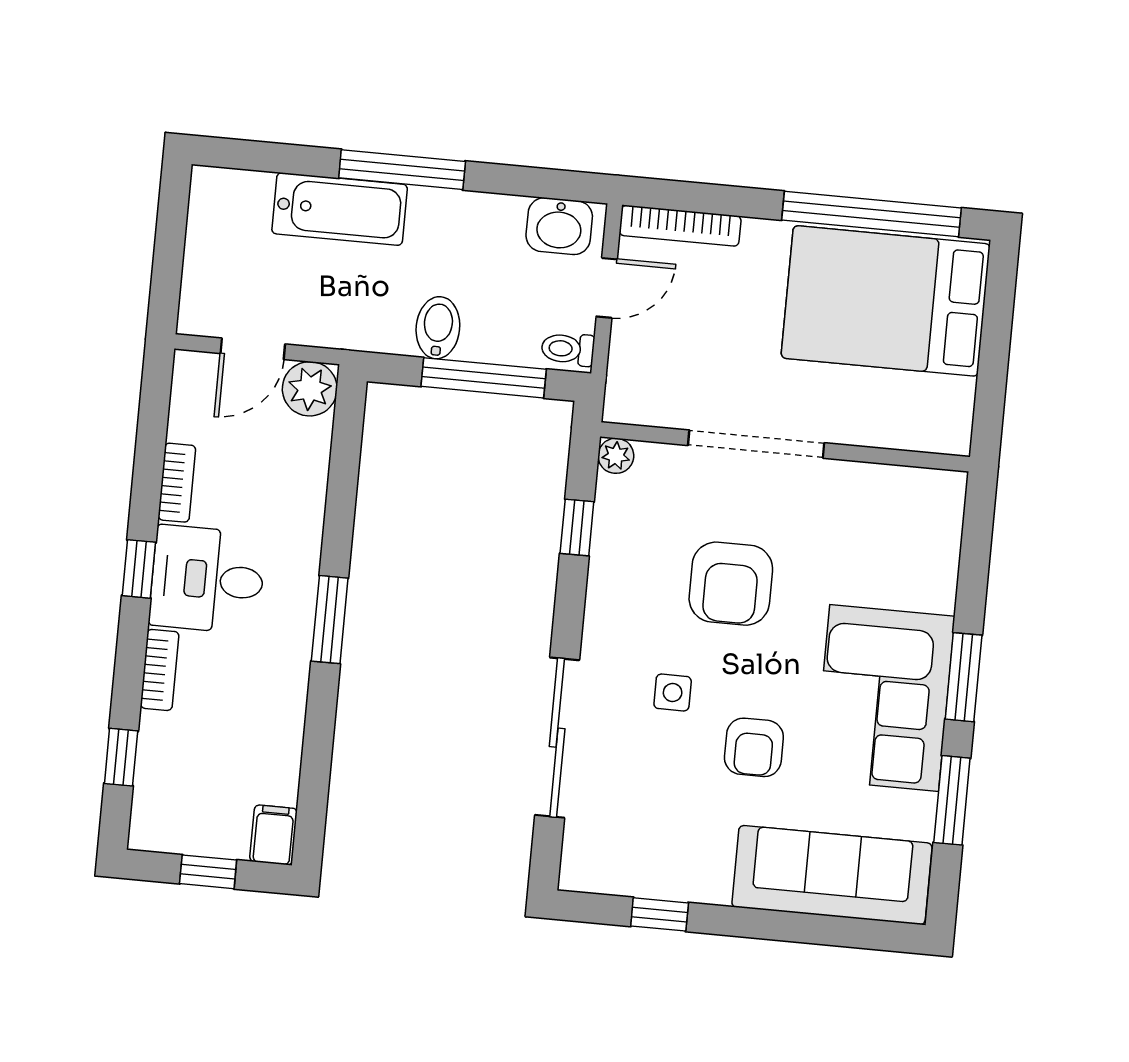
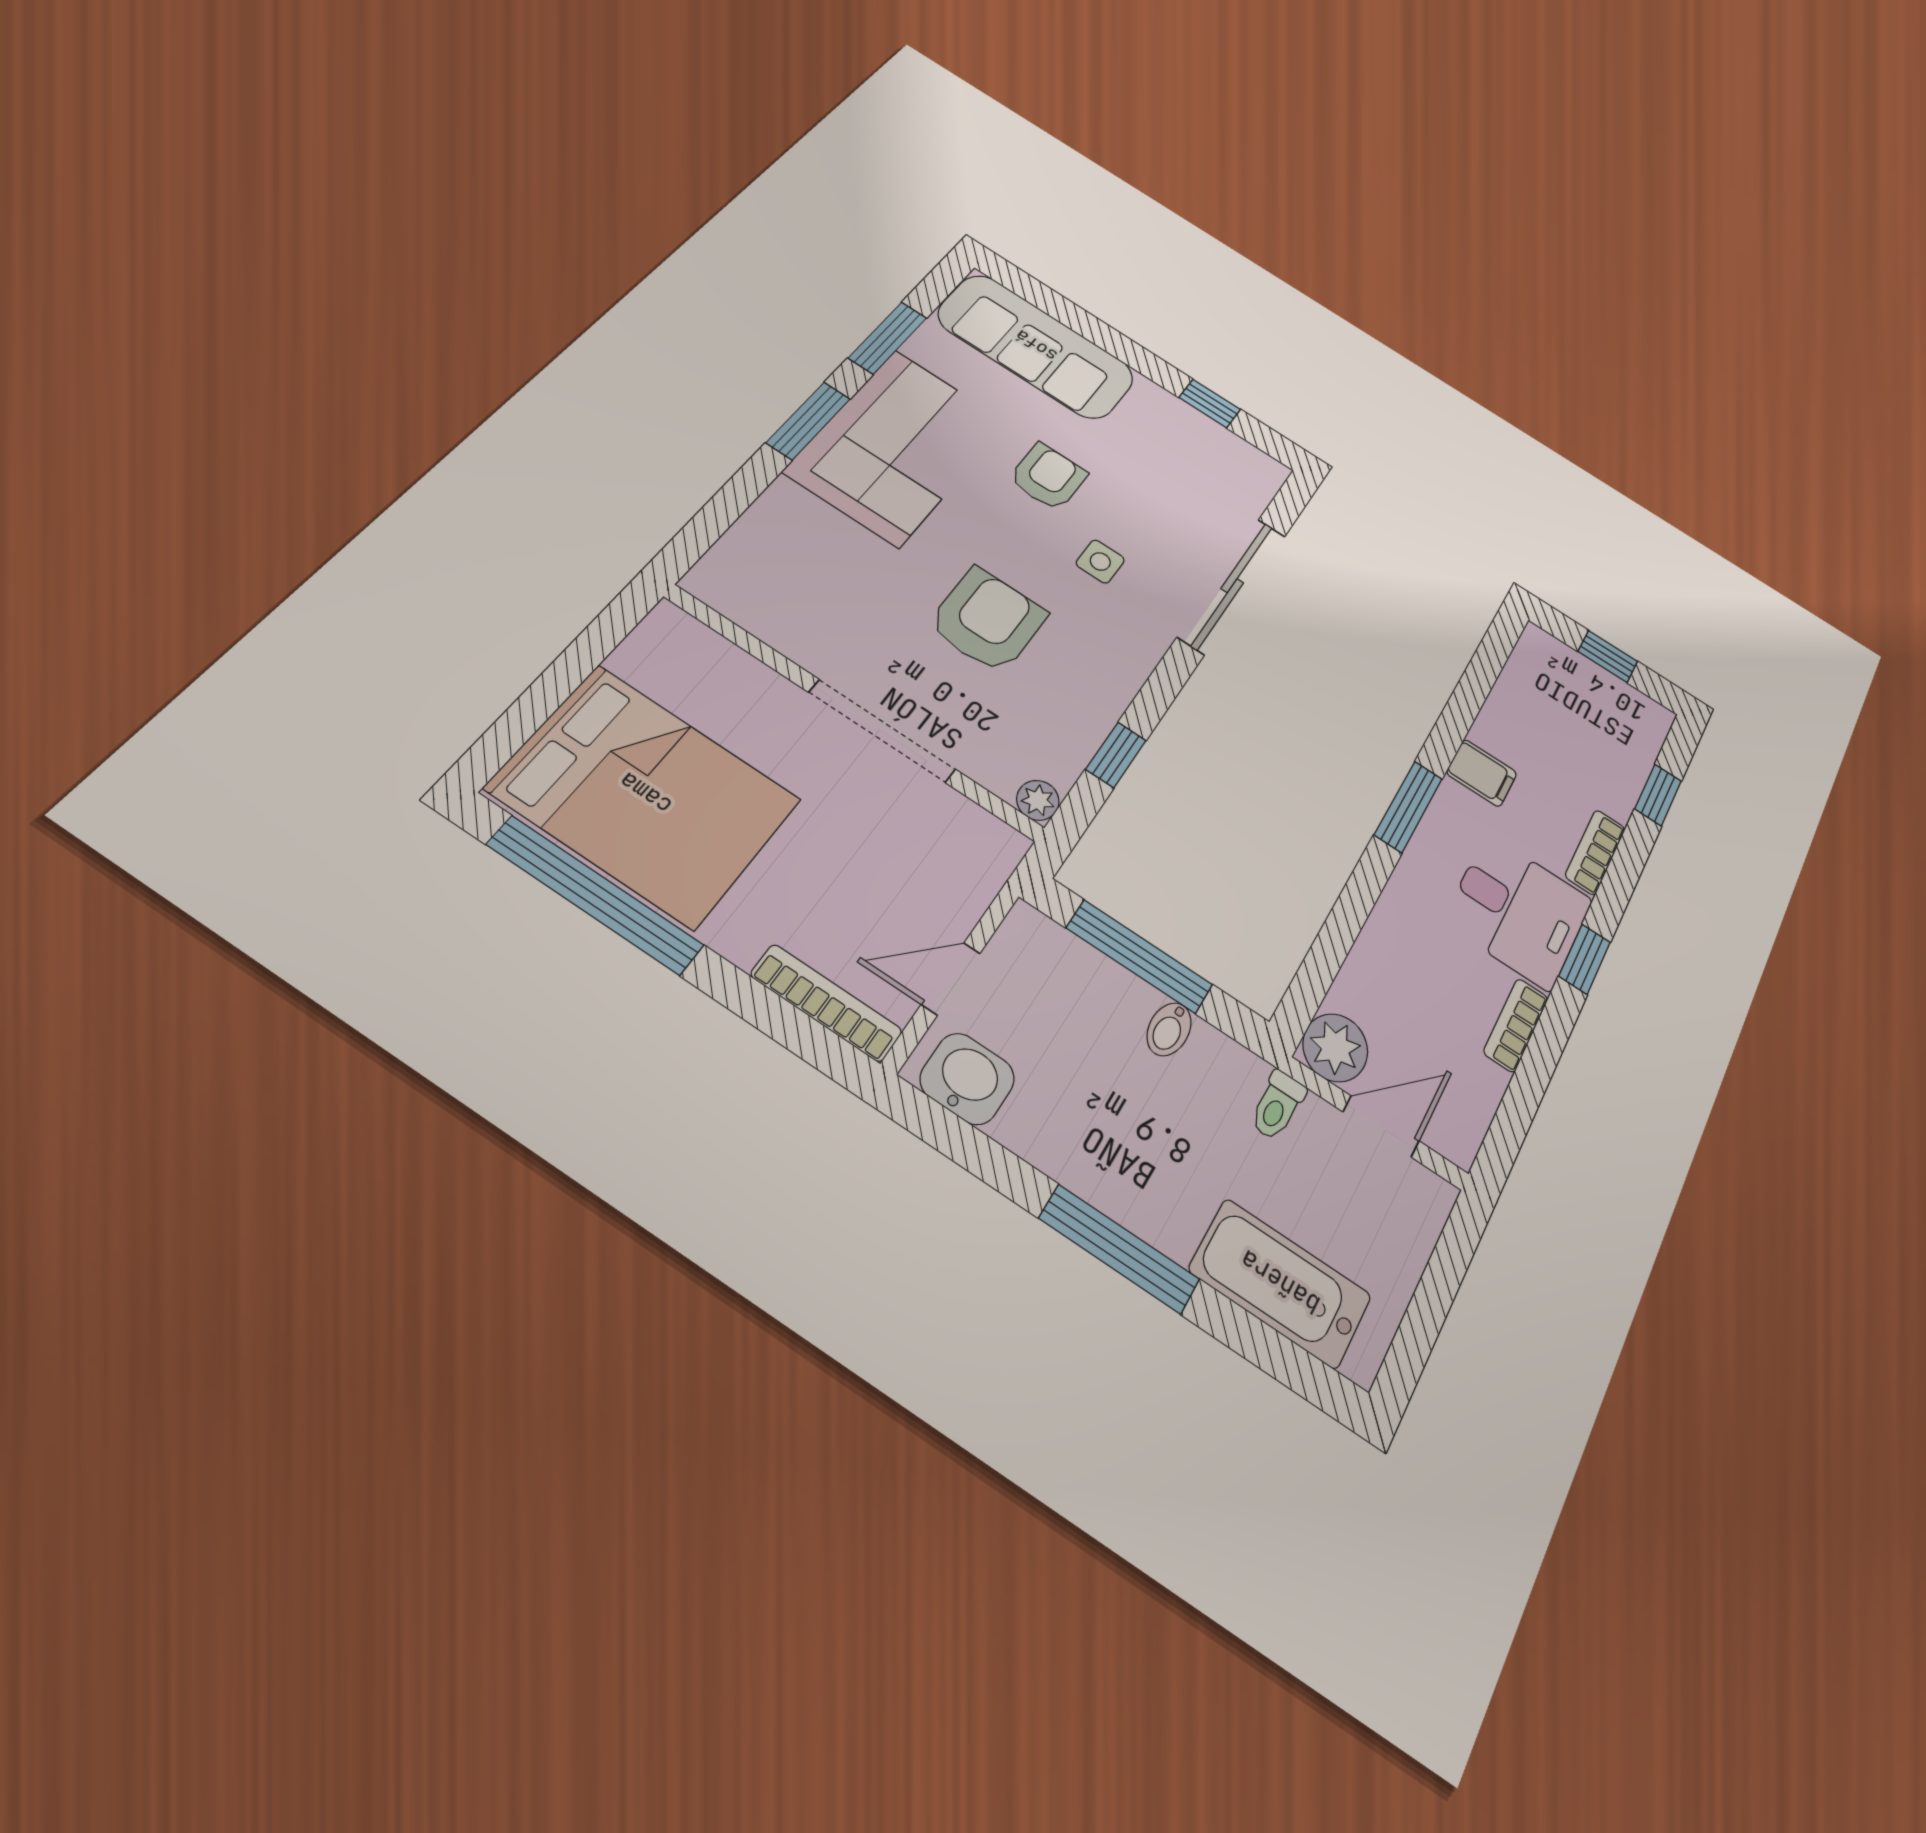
bathtub: (340, 209) -> (1280, 1283), moved
bidet: (438, 328) -> (1169, 1029), width x0.72, depth x0.74
toilet: (568, 349) -> (1278, 1105), moved, turned 90
filing cabinet: (273, 835) -> (1482, 773), moved, turned -90

